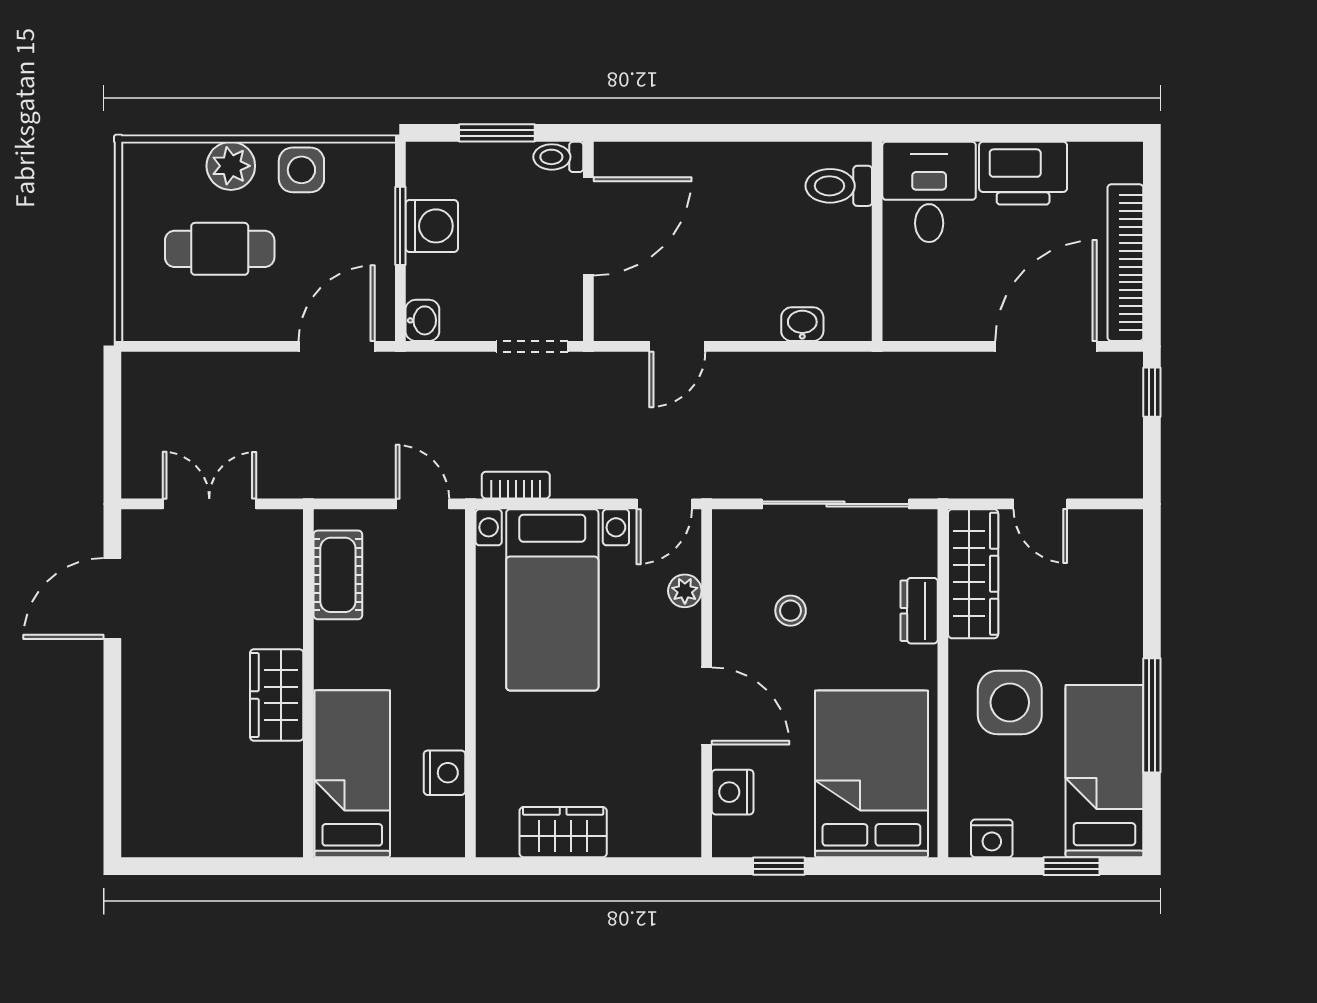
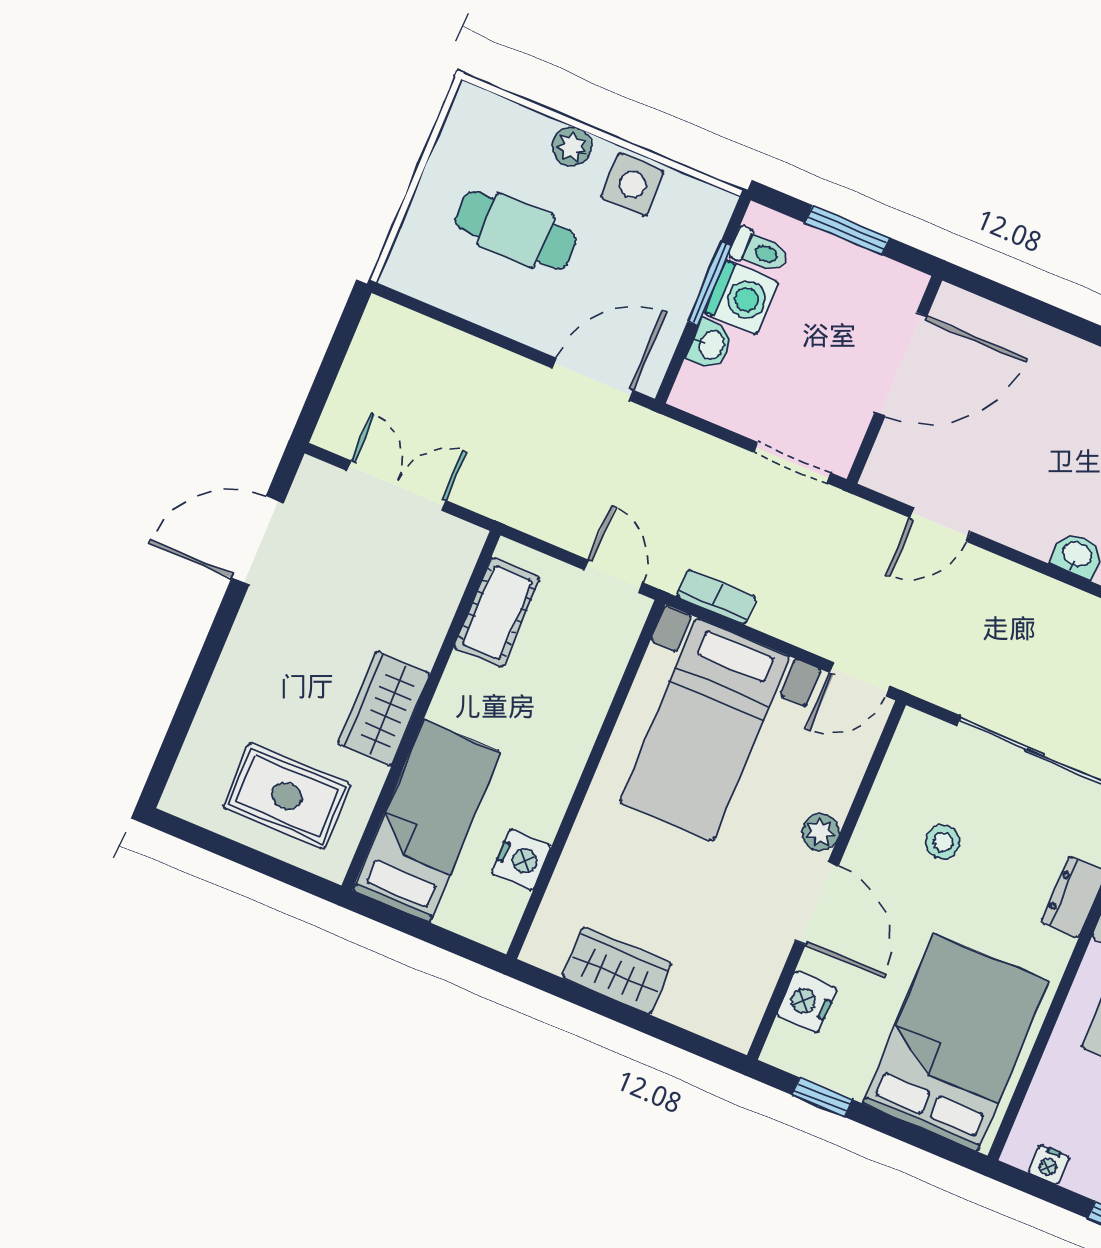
toilet: (558, 157) -> (759, 251), moved, turned 180
plant: (231, 166) -> (572, 146), width x0.73, depth x0.73
washbasin: (422, 320) -> (710, 345), moved
plant: (685, 591) -> (820, 832), moved
rug: (226, 802) -> (287, 796), added
nightstand: (992, 838) -> (1049, 1165), width x0.72, depth x0.74

